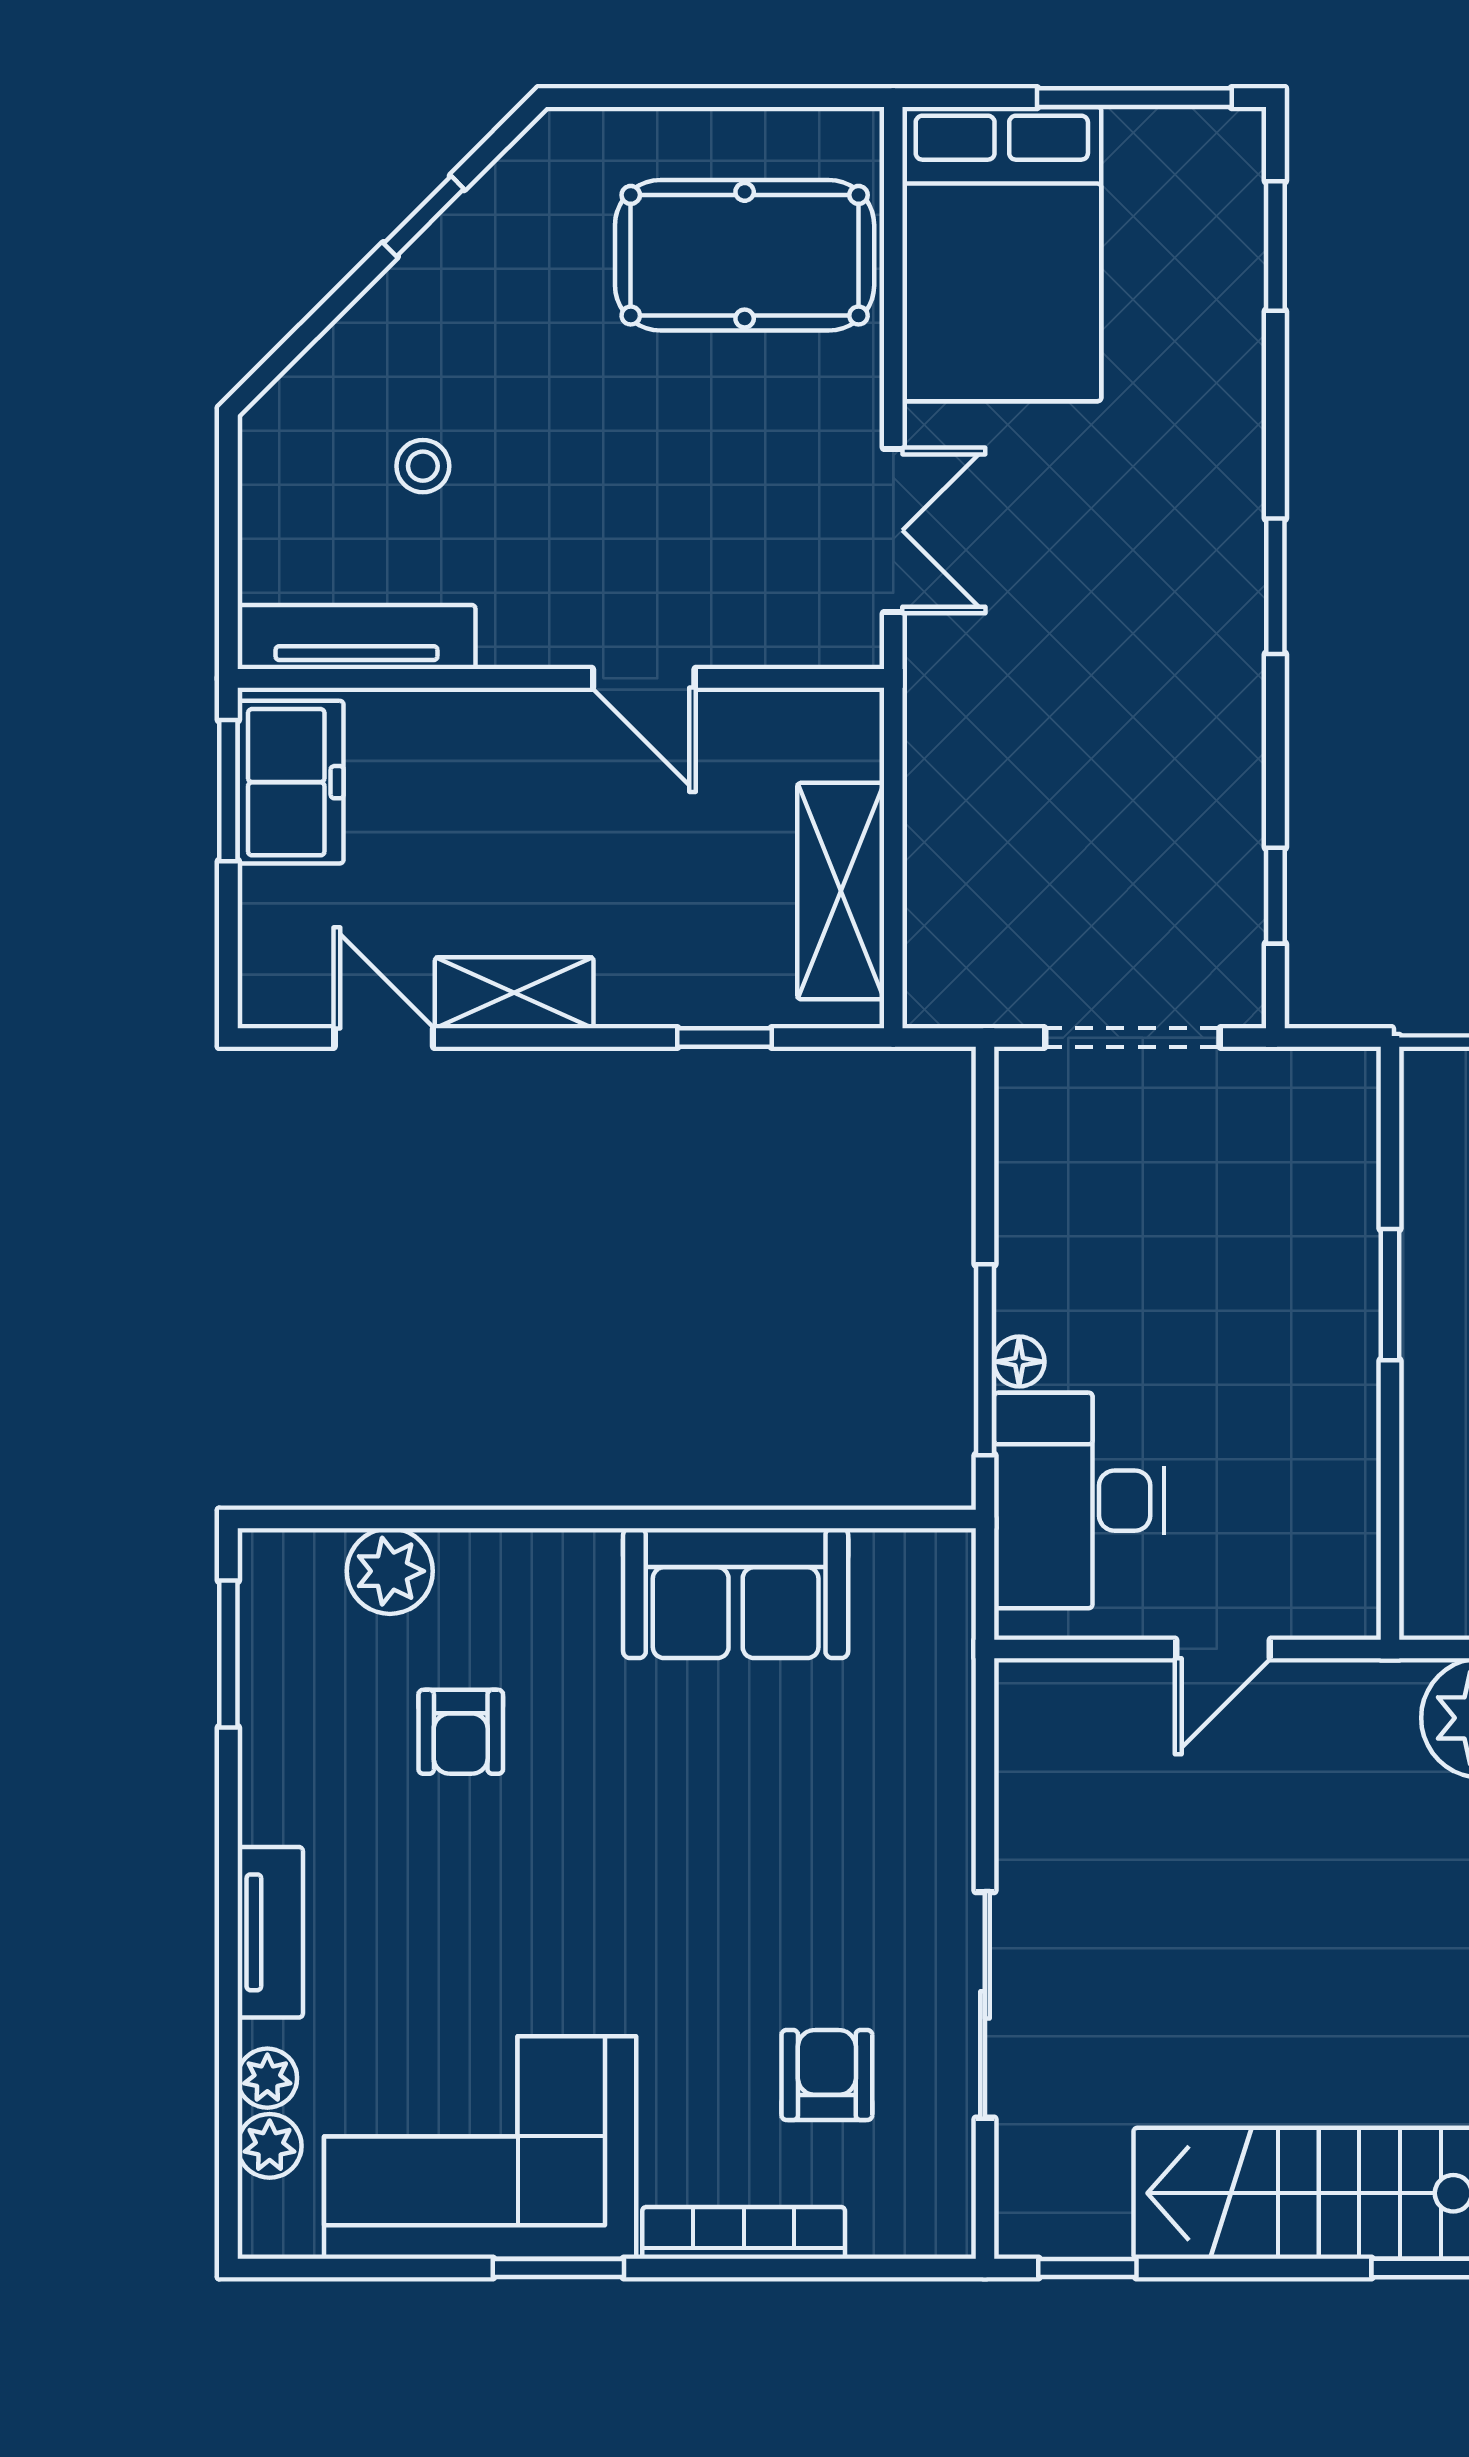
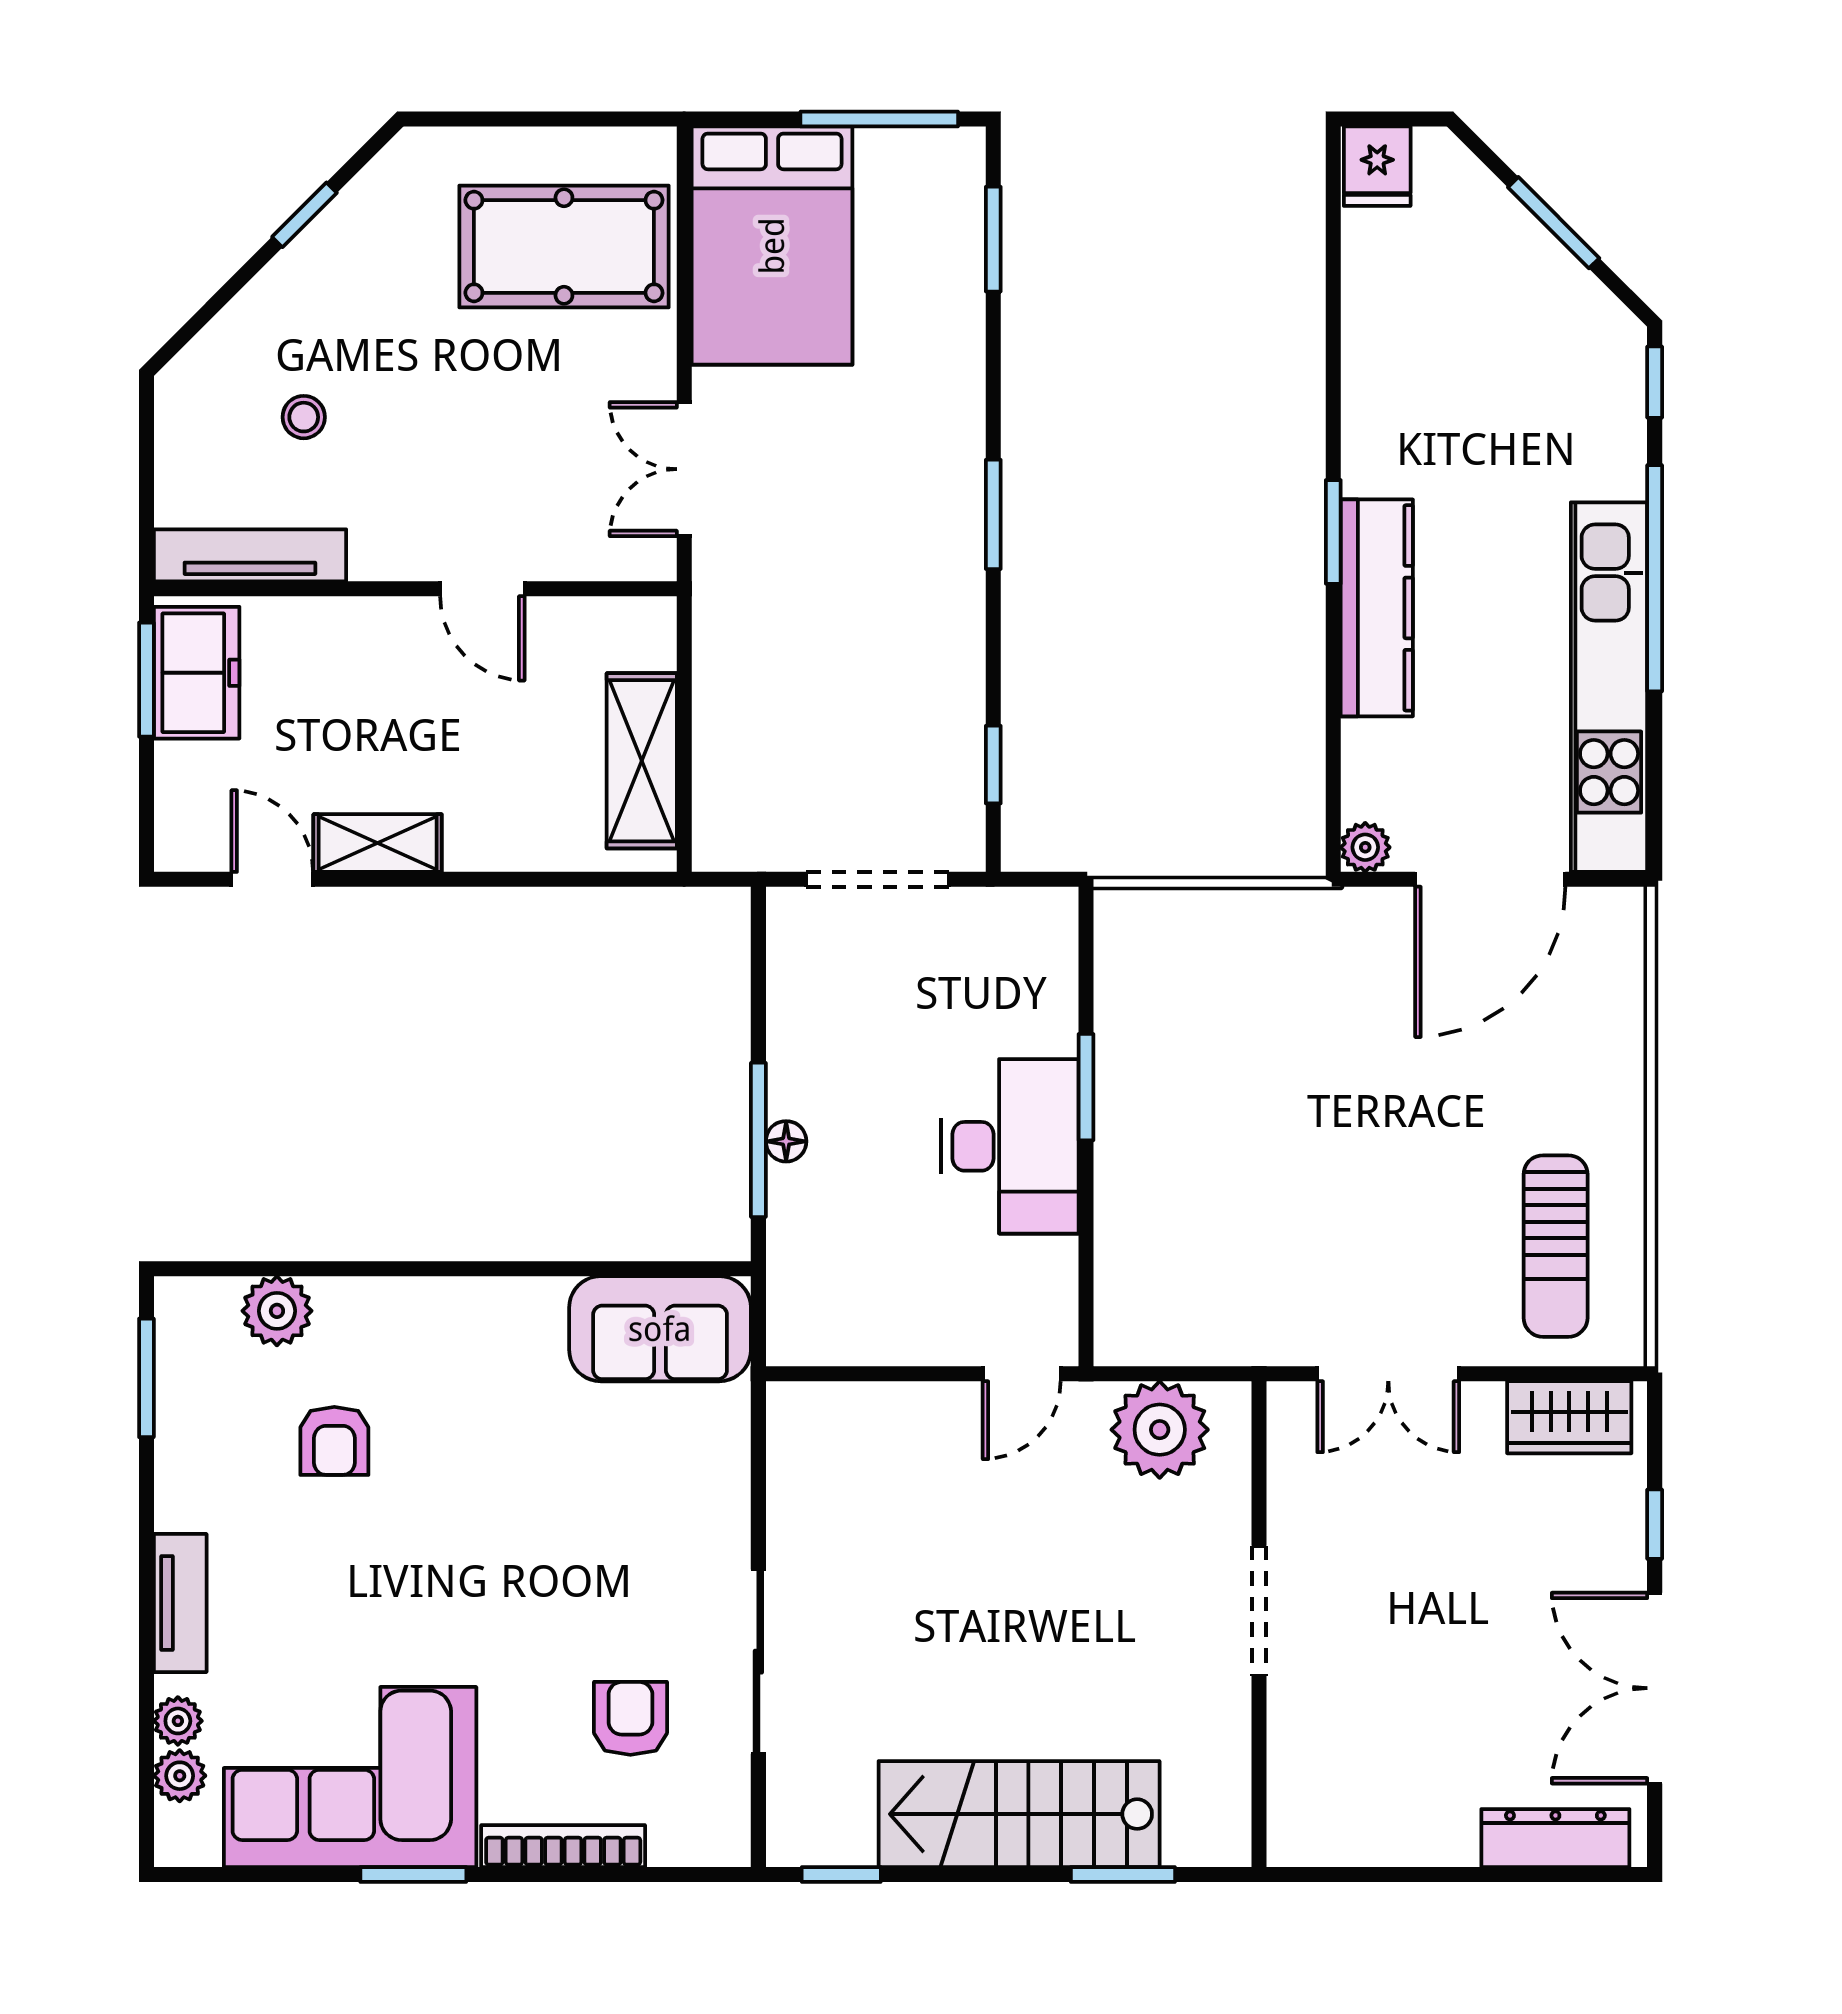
double door: (893, 530) -> (684, 469), swing flipped
window: (725, 1038) -> (548, 879), removed
desk: (1079, 1501) -> (1010, 1146), moved, turned 180
sofa: (736, 1593) -> (660, 1329), moved
door: (1223, 1649) -> (1022, 1374), moved

